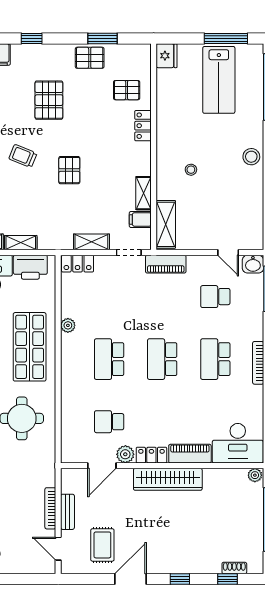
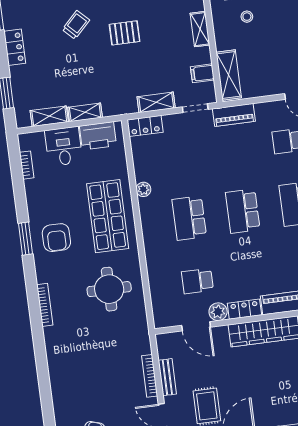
trolley: (23, 156) -> (76, 25), turned 113
pallet: (69, 170) -> (125, 33), turned 90
shelving: (144, 193) -> (200, 29), moved
door: (102, 466) -> (196, 326), hinge flipped

